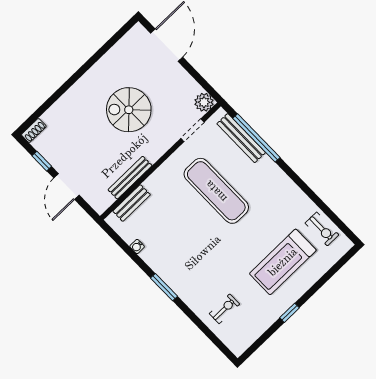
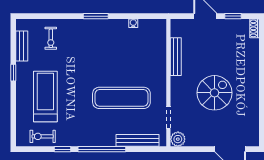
window: (256, 138) -> (102, 149), moved
window: (316, 199) -> (62, 149), added
bench: (132, 203) -> (22, 46), moved

